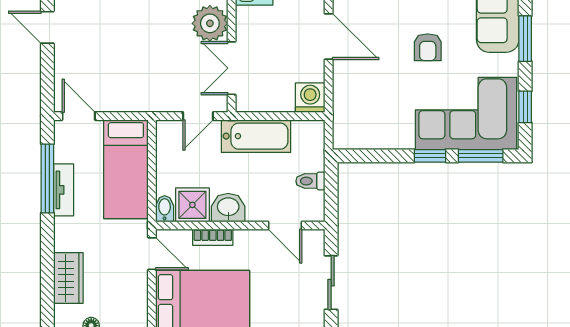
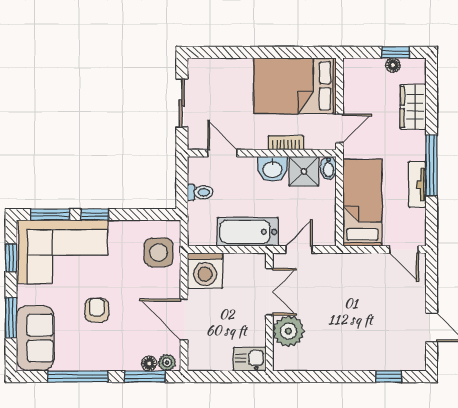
washing machine: (310, 98) -> (205, 271), width x1.37, depth x1.37
side table: (357, 113) -> (159, 252), added
window: (47, 178) -> (431, 165), moved
door: (152, 254) -> (340, 128), swing flipped

